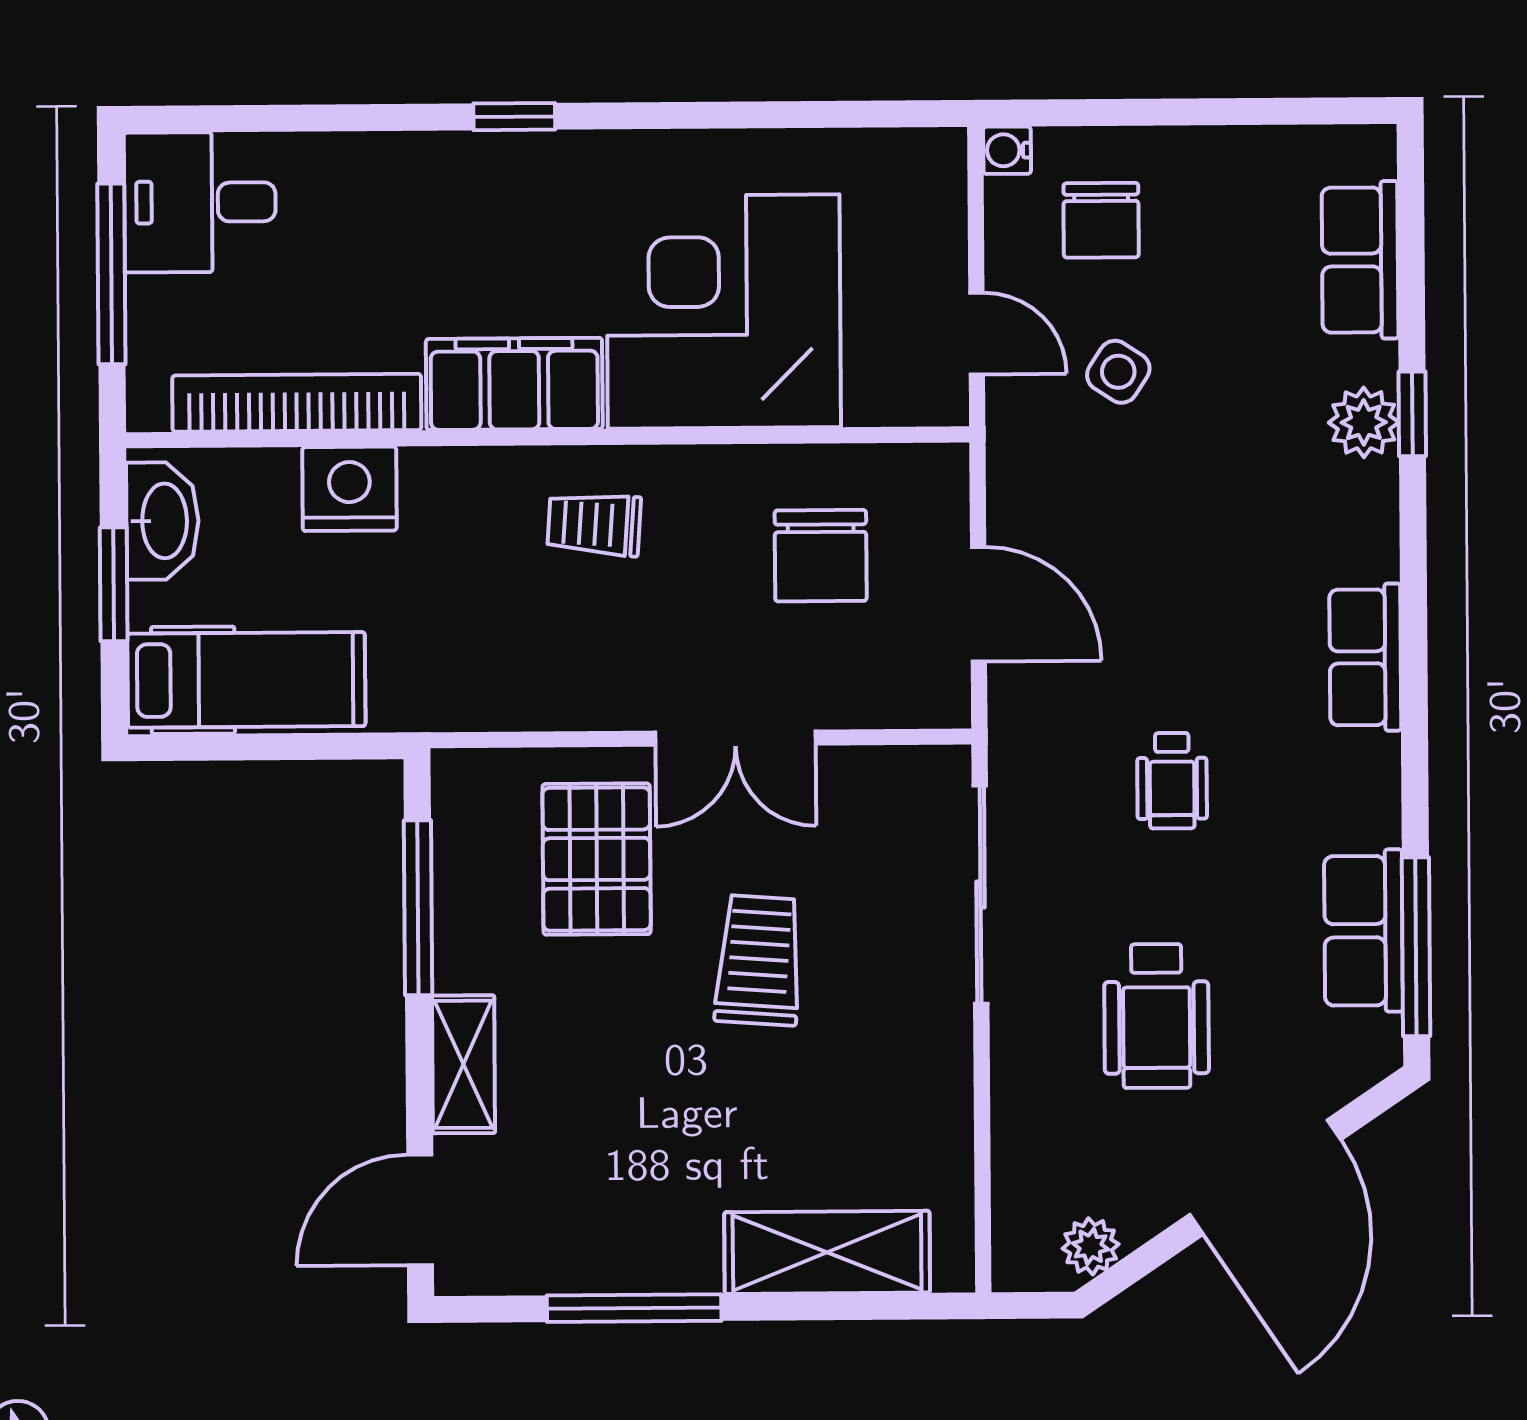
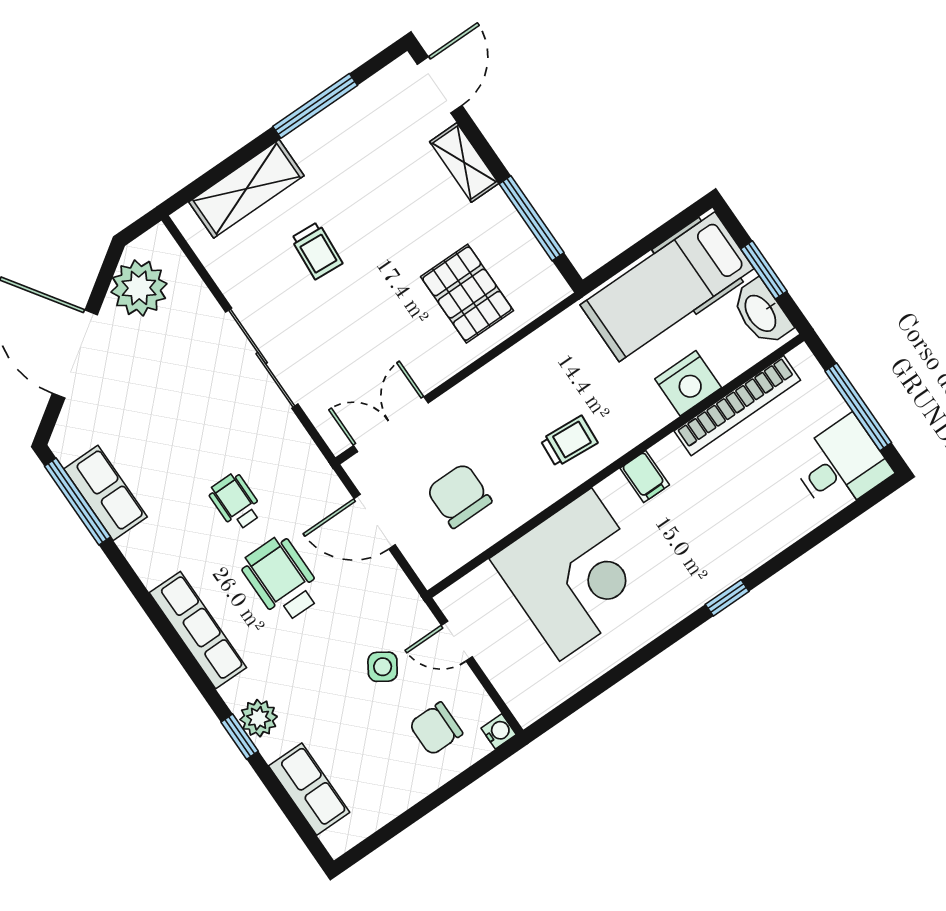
chair: (1101, 220) -> (436, 729), turned -90
filing cabinet: (514, 384) -> (645, 477), width x0.33, depth x0.86
row of seats: (1365, 657) -> (198, 630), width x1.48
hospital bed: (246, 680) -> (667, 287), width x1.37, depth x1.29
double door: (735, 738) -> (391, 424), moved
sliding door: (981, 895) -> (262, 358), moved
trolley: (759, 960) -> (317, 251), moved, width x0.73, depth x0.72
wheelchair: (1157, 1016) -> (282, 579), moved
plant: (1091, 1246) -> (139, 288), width x1.88, depth x1.88

